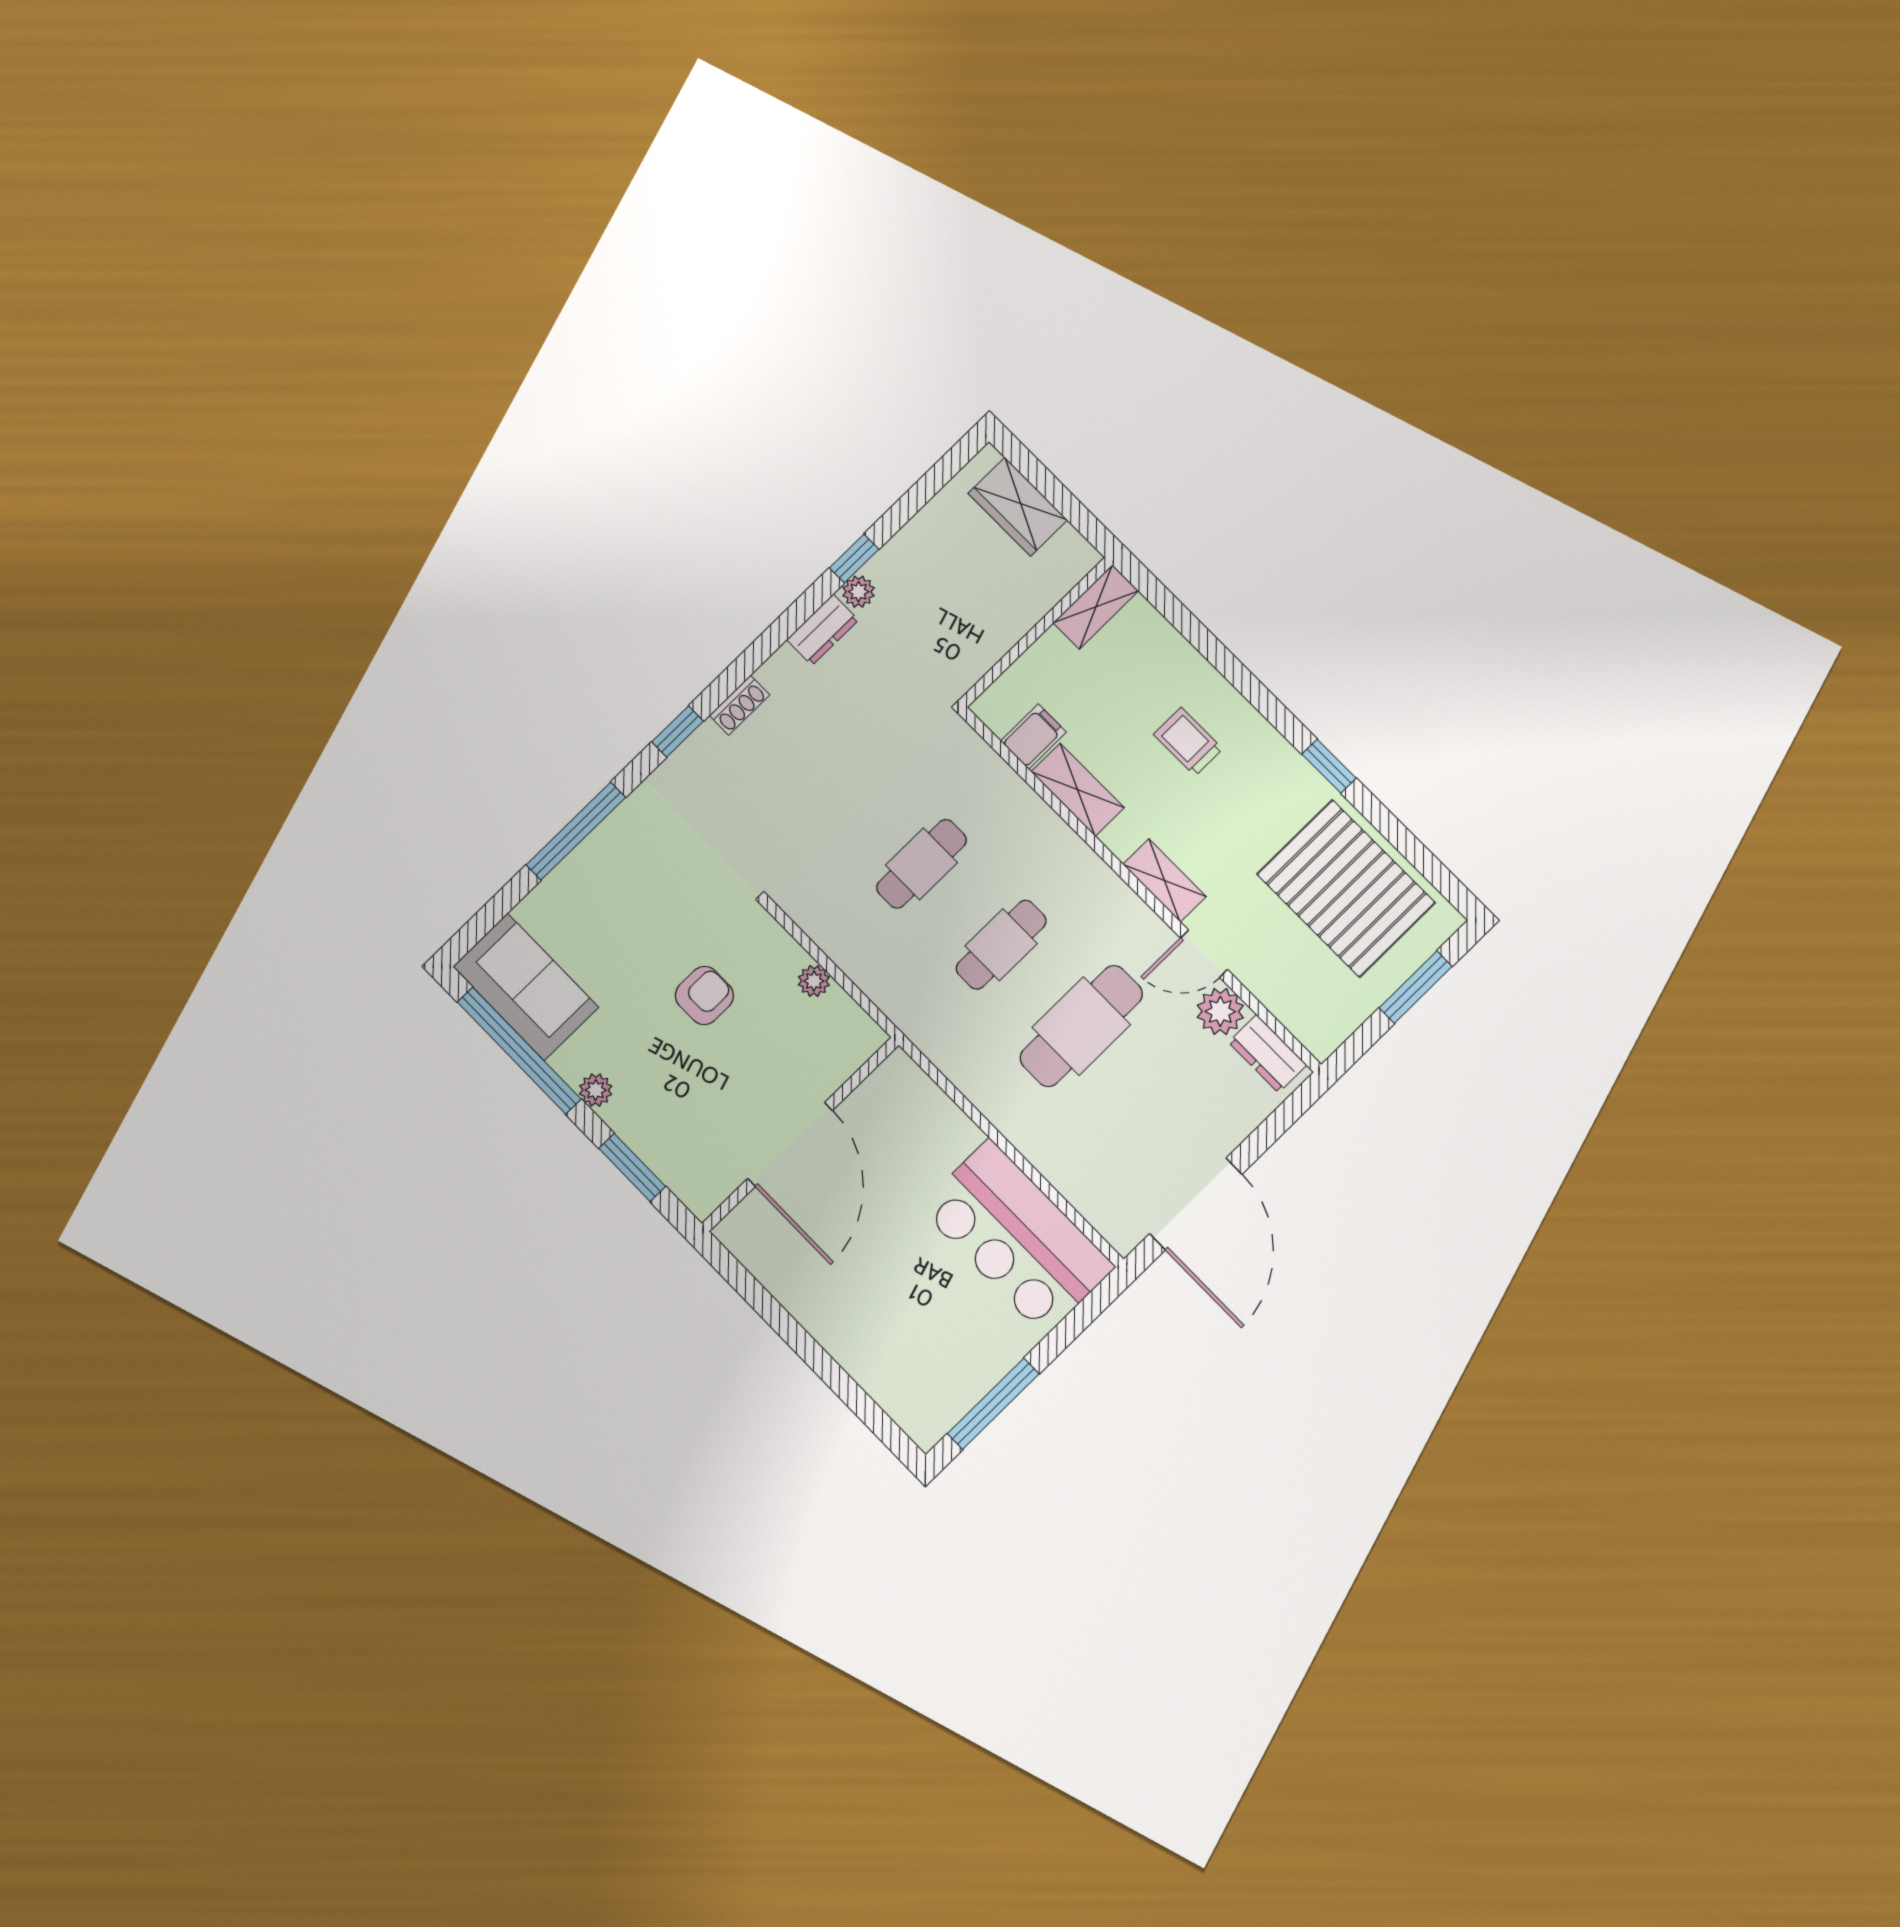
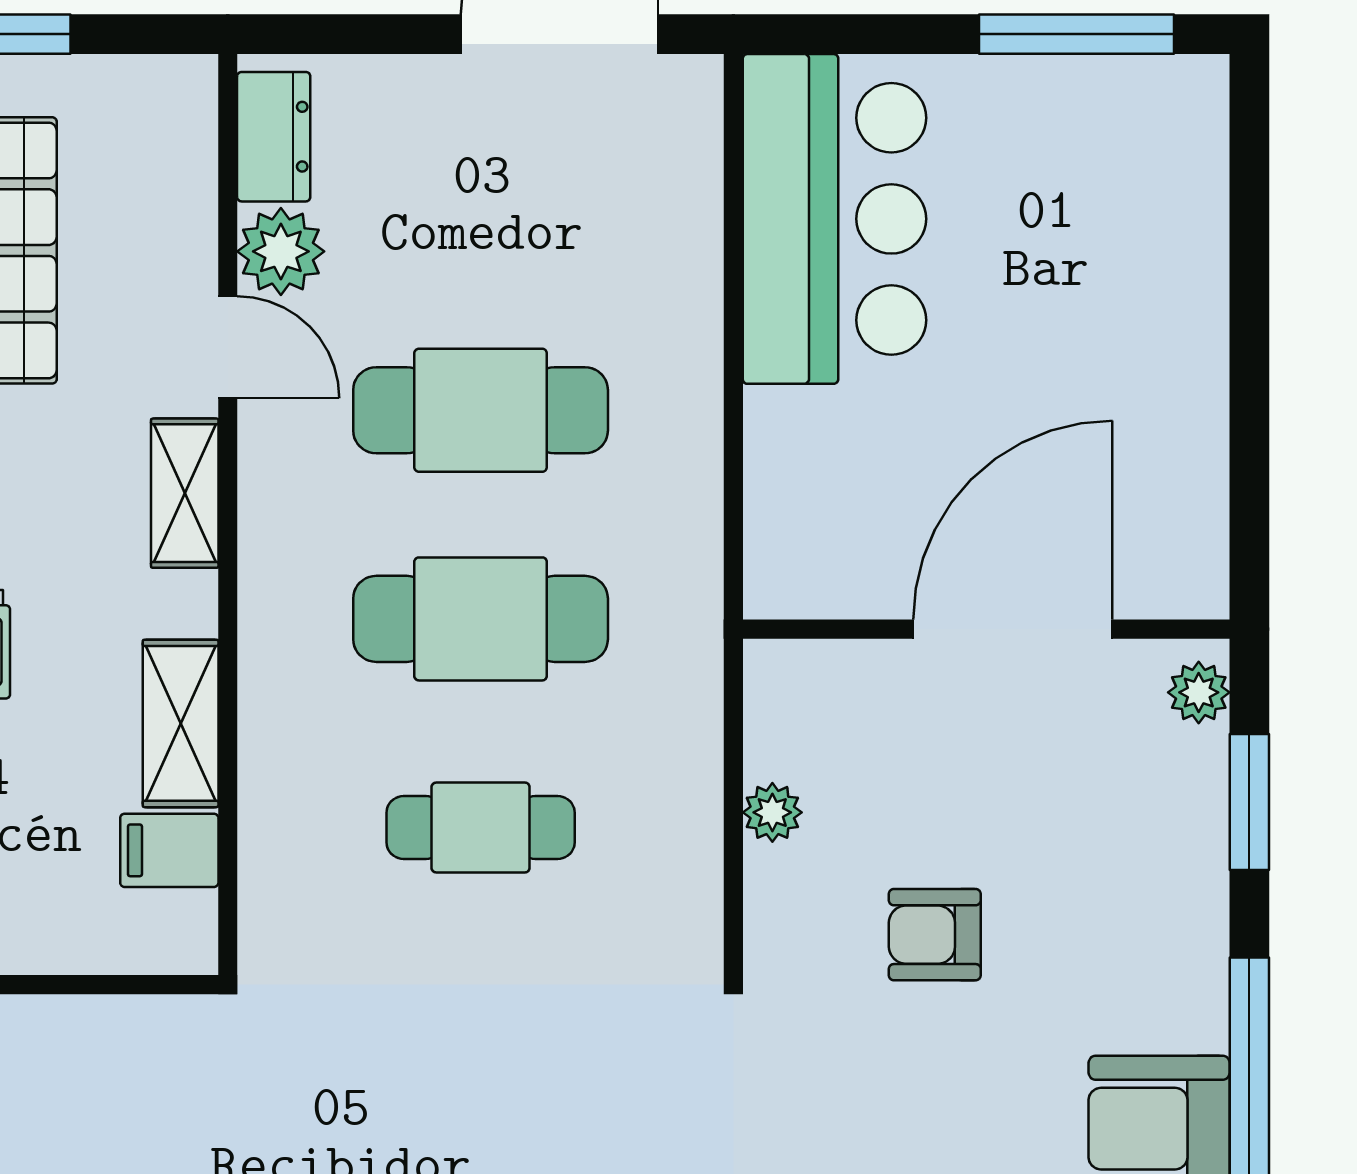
cafe table: (1001, 945) -> (481, 619), width x1.37, depth x1.35
plant: (596, 1090) -> (1199, 692), moved

